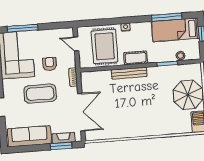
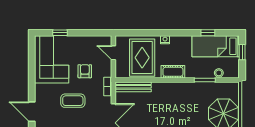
window: (167, 17) -> (208, 33), width x0.46
window: (23, 28) -> (60, 33), width x0.46
bench: (129, 73) -> (133, 87), moved
coffee table: (40, 94) -> (73, 101), width x0.73, depth x0.76

